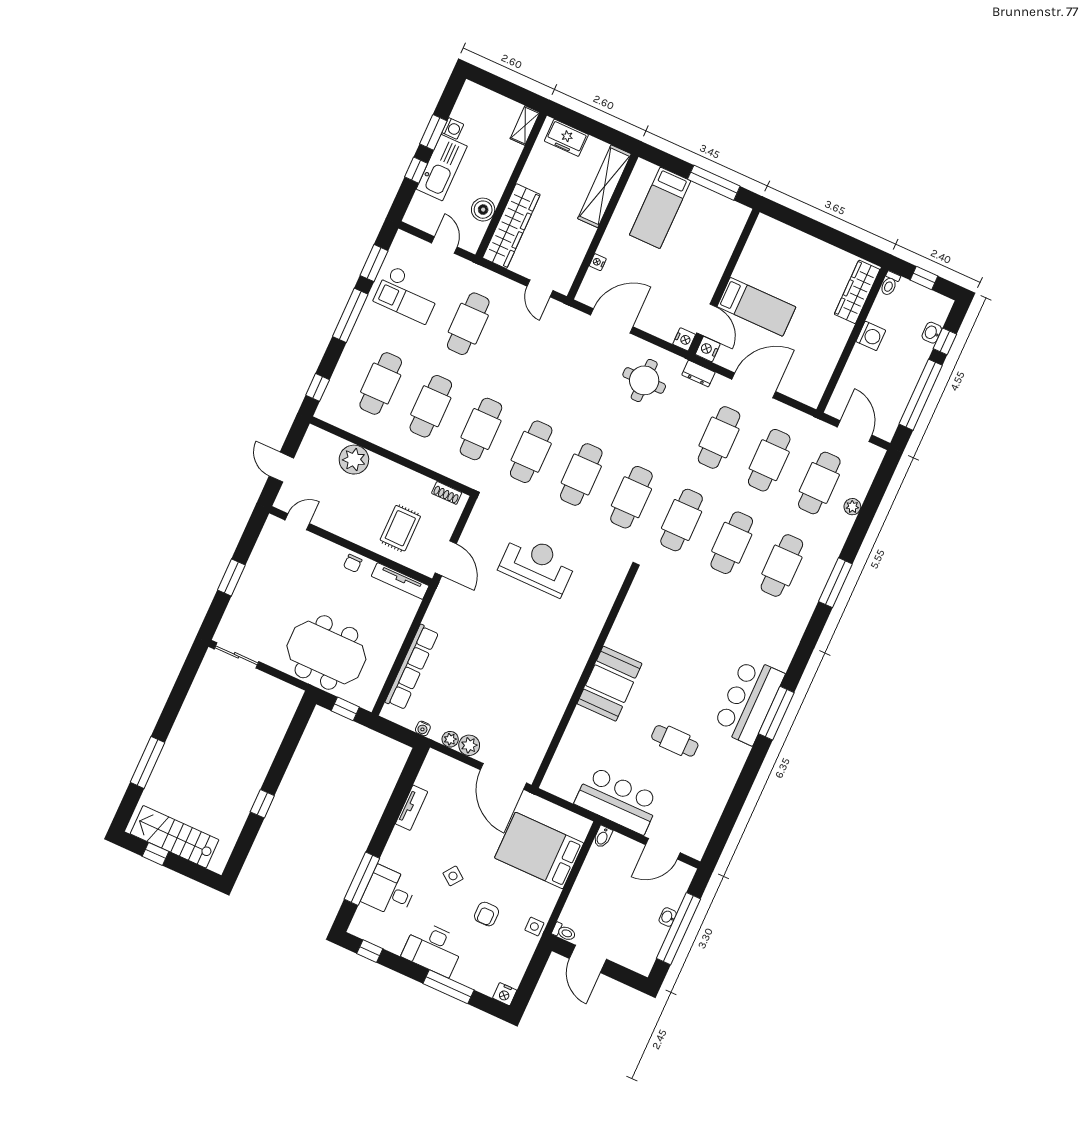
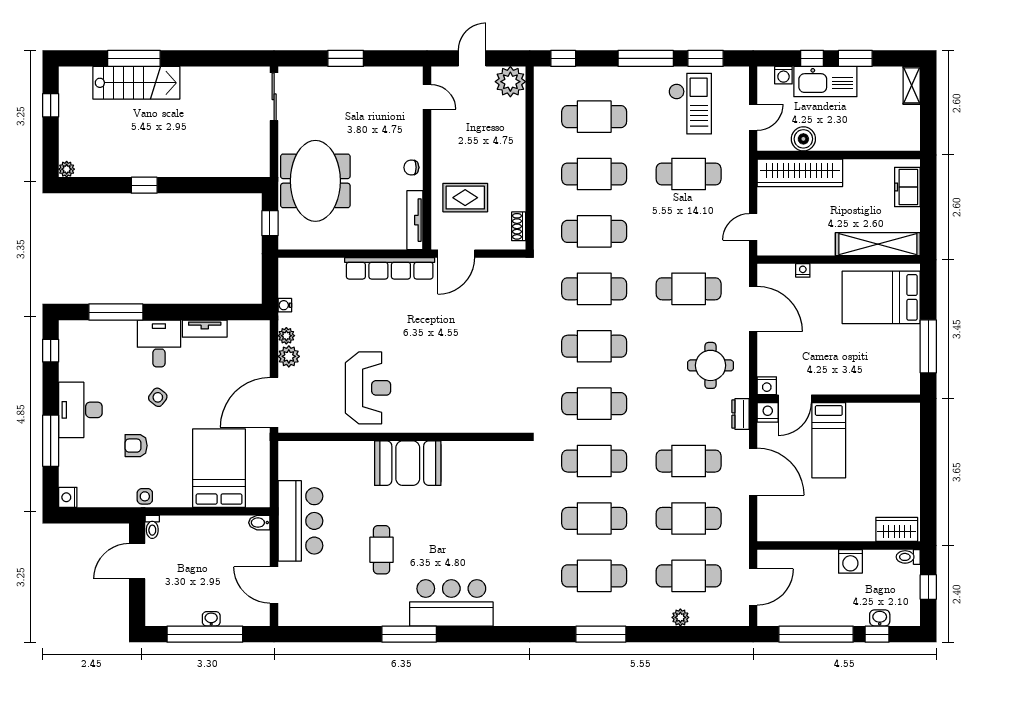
shelving: (525, 125) -> (912, 85), moved, turned 90
washing machine: (453, 128) -> (783, 75), moved
bed: (660, 208) -> (881, 297), width x1.50
wardrobe: (857, 292) -> (897, 529), width x0.67
checkout: (407, 294) -> (690, 104), turned 180
cafe table: (569, 369) -> (689, 289), added
plant: (354, 460) -> (510, 82), moved
reception desk: (538, 565) -> (368, 388), moved
row of seats: (412, 667) -> (390, 268), moved
window: (776, 713) -> (409, 634), moved
stairs: (175, 837) -> (136, 83), moved, turned 90
plant: (218, 865) -> (67, 169), added
desk: (389, 892) -> (159, 343), moved

